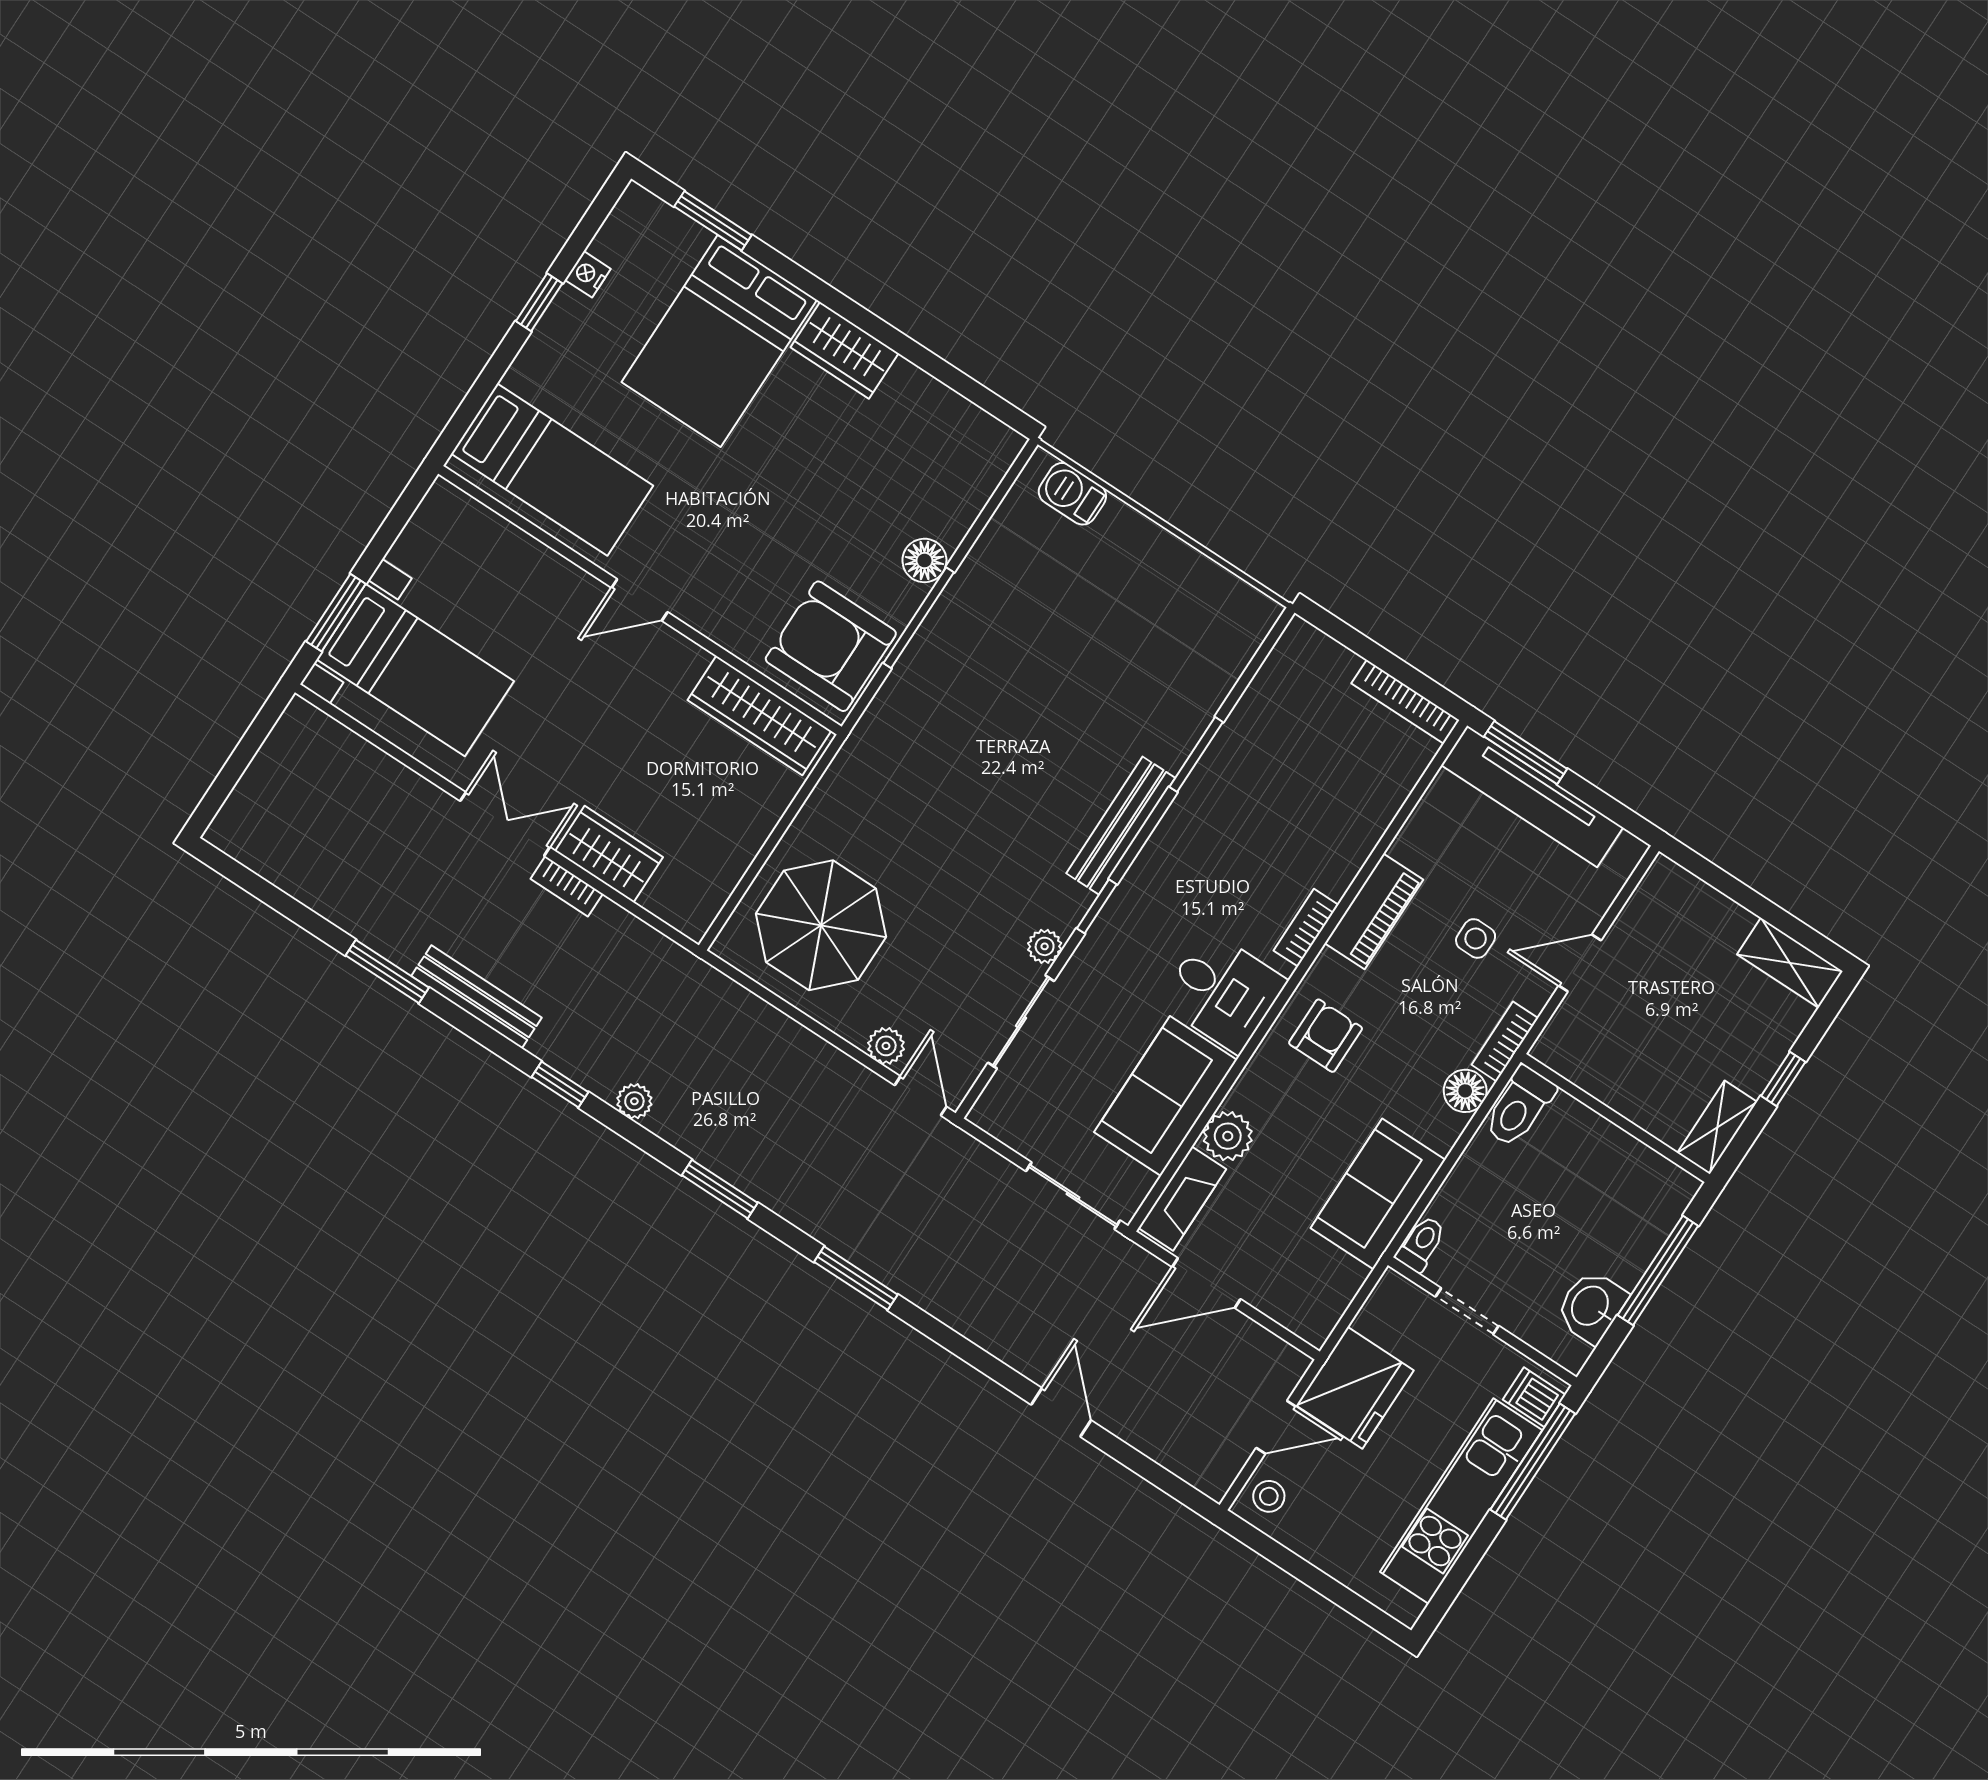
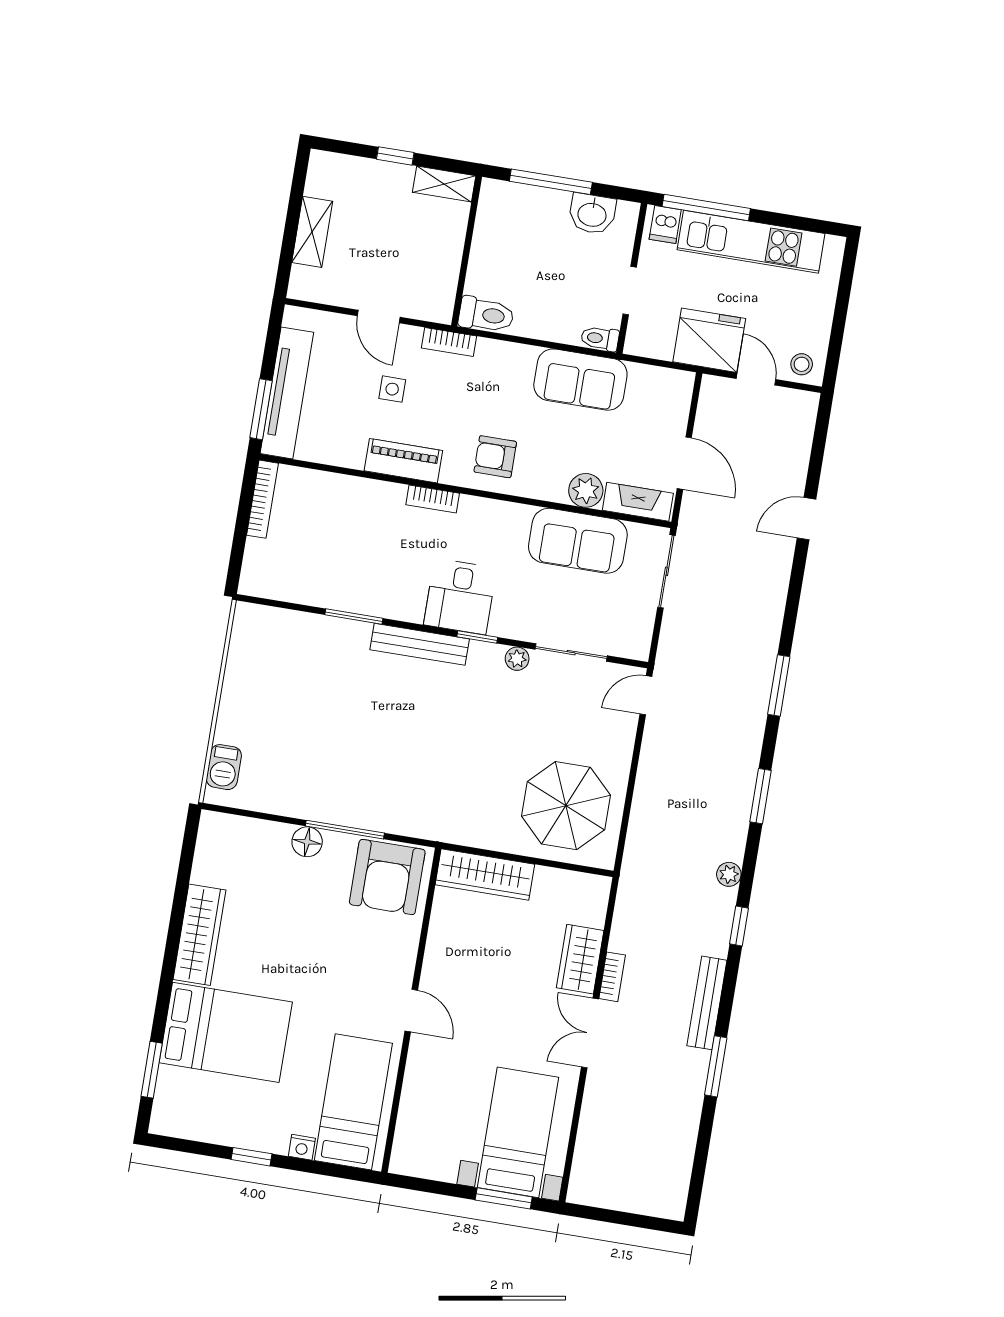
nightstand: (588, 274) -> (302, 1147), moved
wardrobe: (844, 350) -> (199, 935), width x1.50
wardrobe: (759, 716) -> (485, 875), moved, turned 90
shelving: (1790, 963) -> (312, 232), moved
desk: (1223, 992) -> (460, 597), moved, turned 180
plant: (886, 1046) -> (624, 731), removed
floor lamp: (1465, 1091) -> (491, 353), removed

